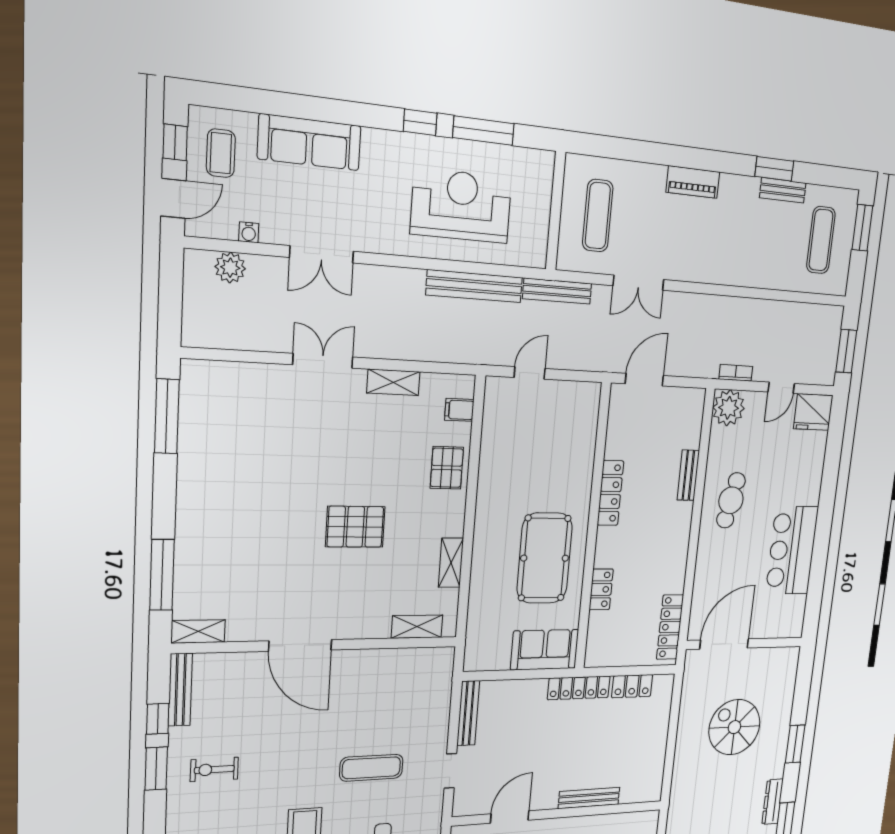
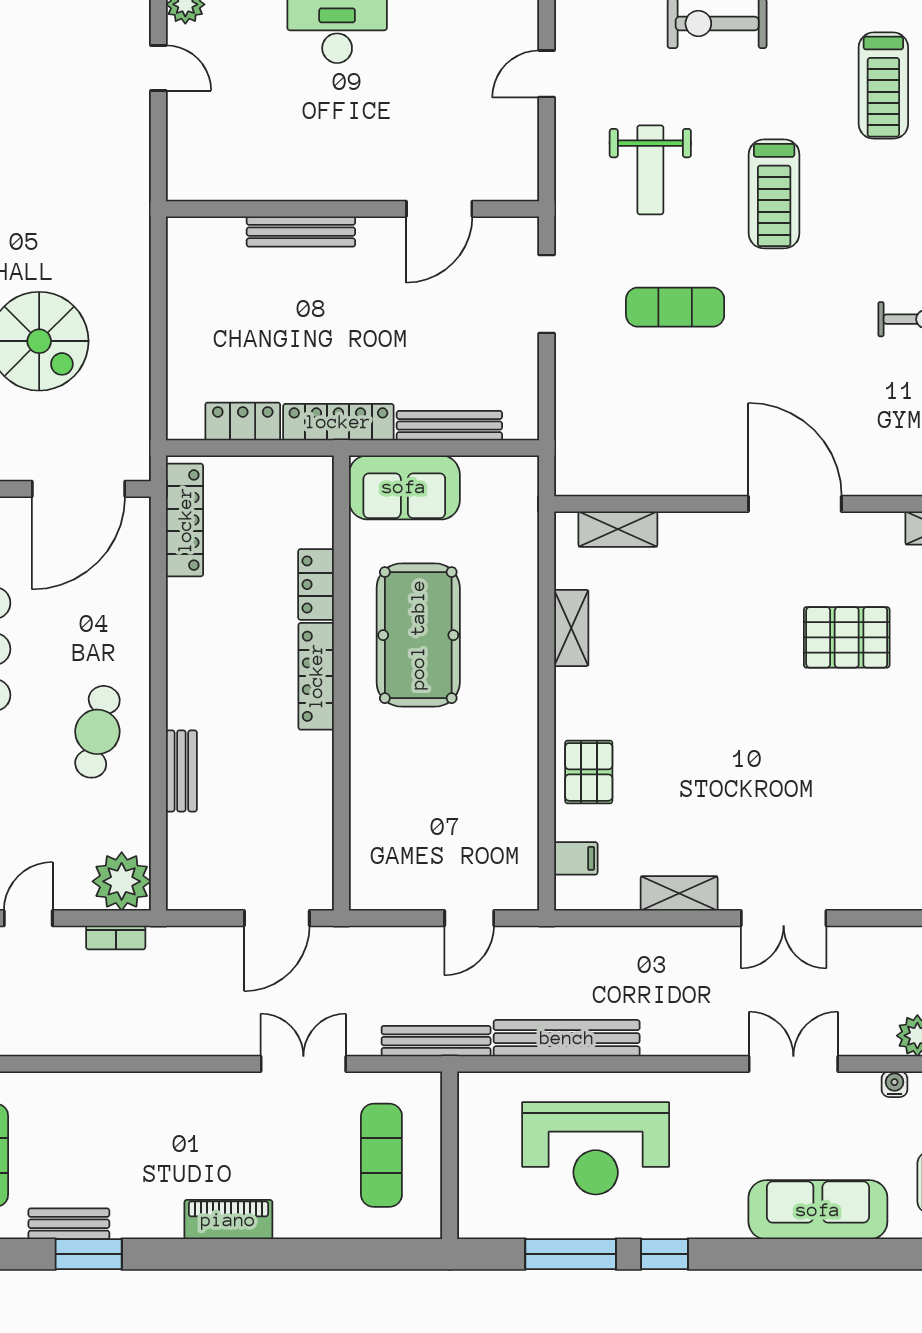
locker: (610, 493) -> (316, 676), moved
pallet: (355, 527) -> (847, 637), moved
bench: (468, 713) -> (449, 426), moved, turned 90
doorway: (450, 771) -> (547, 294), width x1.38

